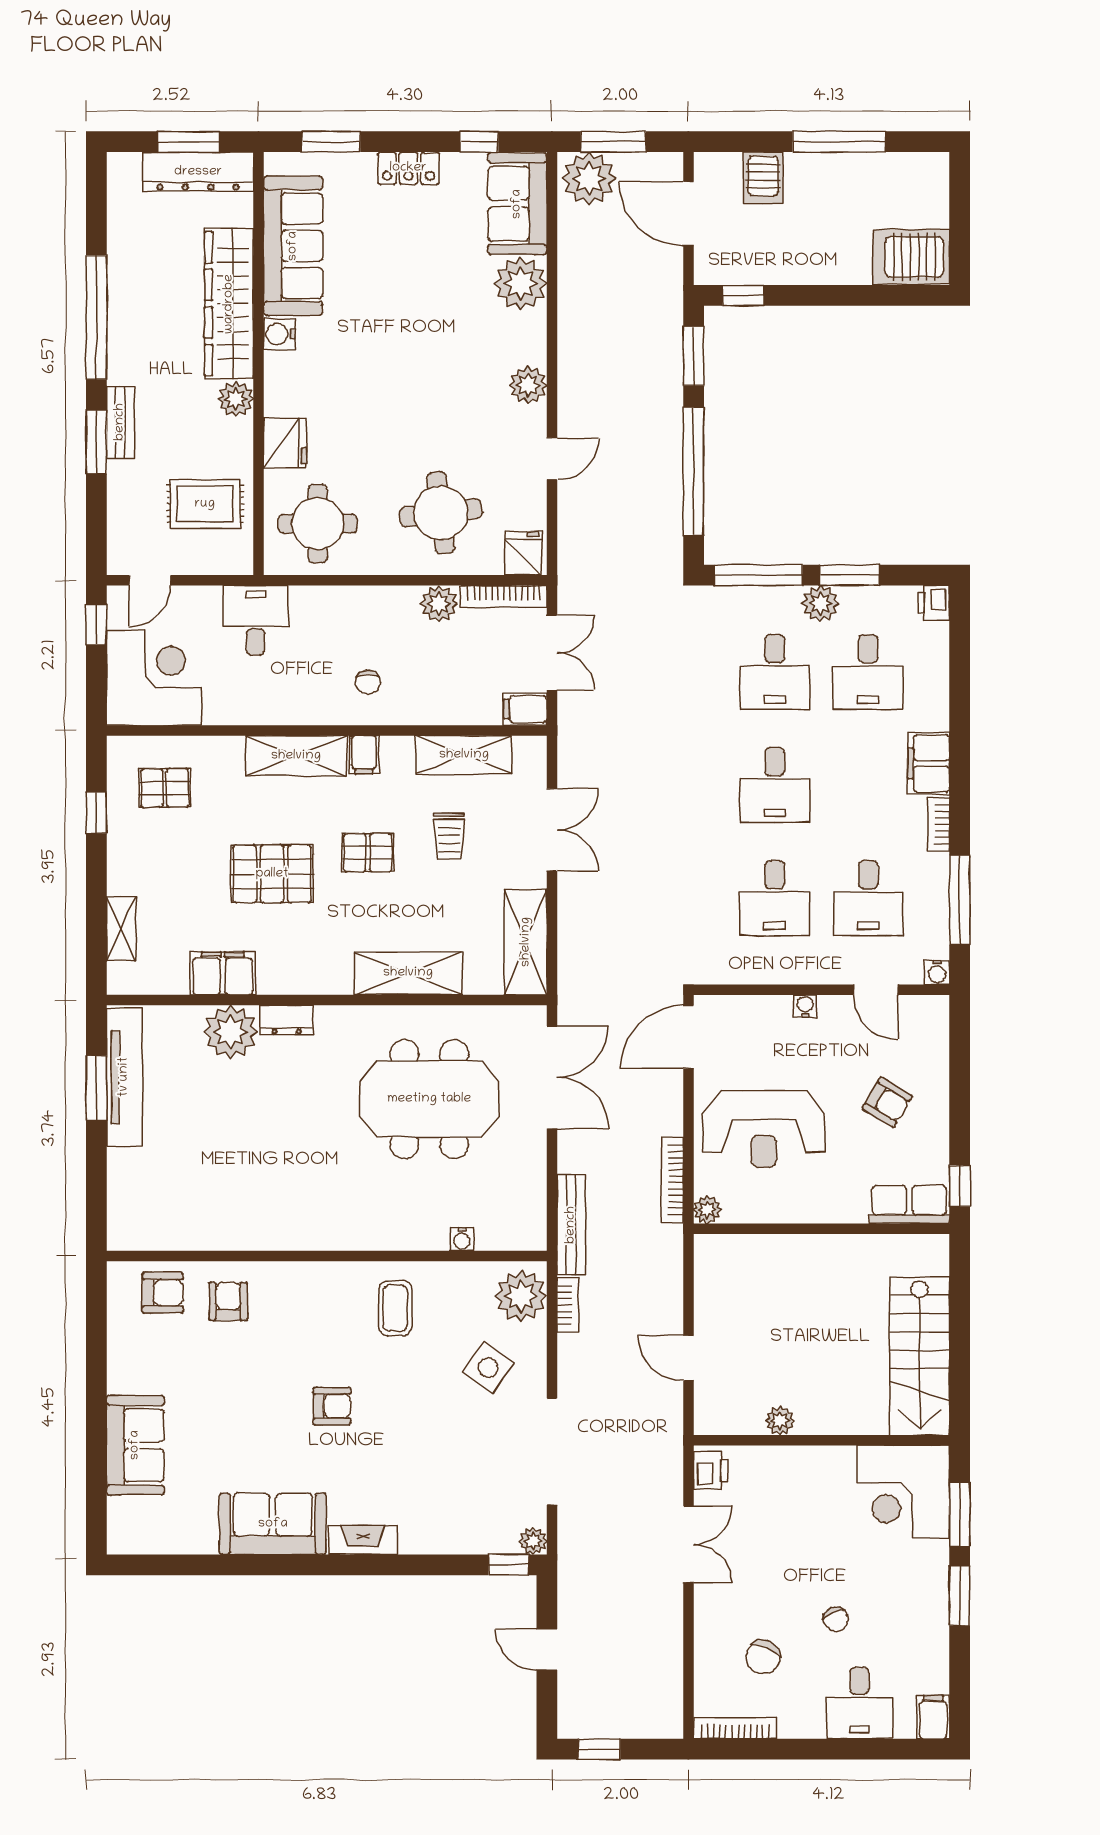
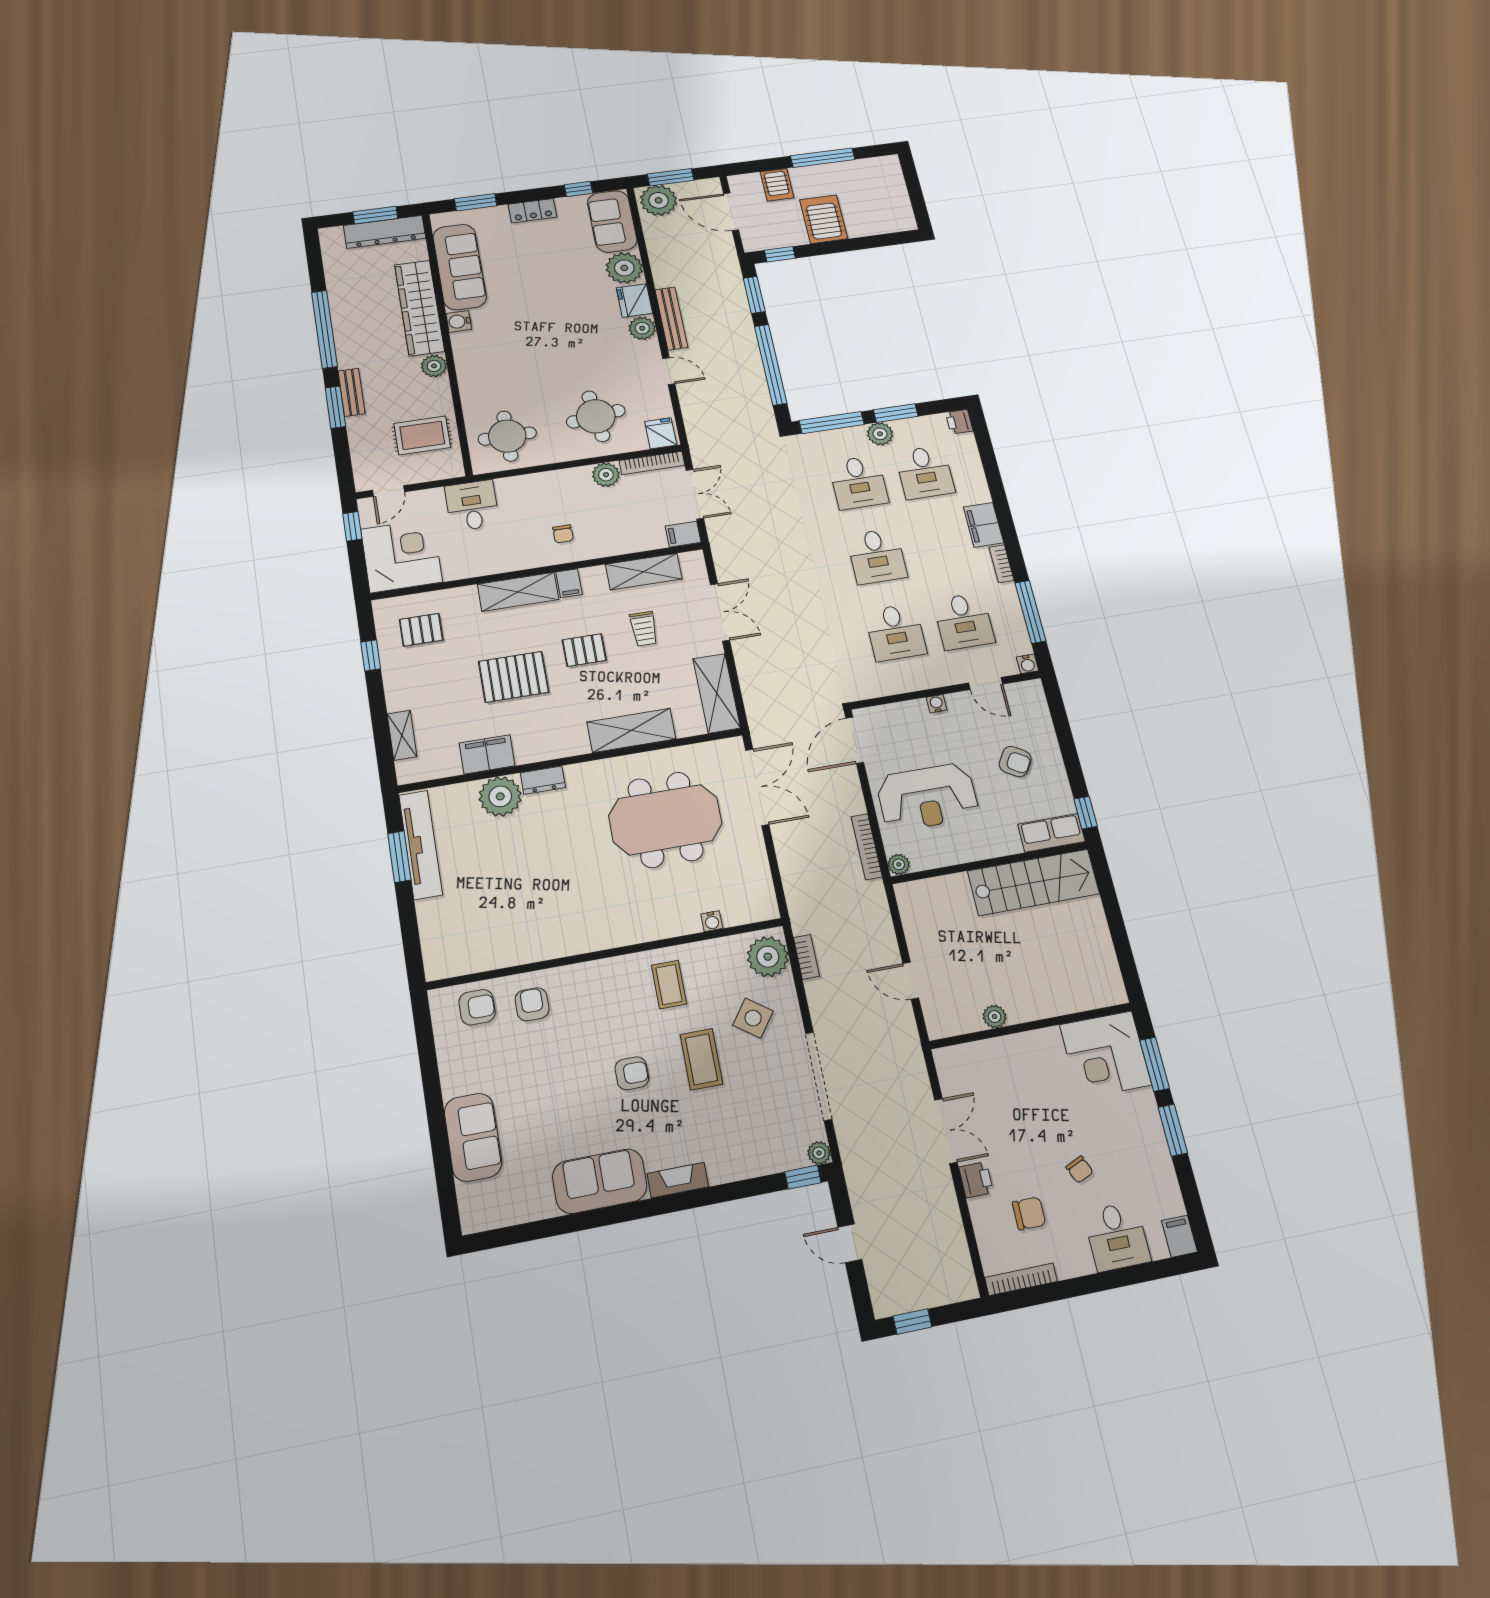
server rack: (911, 257) -> (824, 219), moved, turned 90
fridge: (285, 443) -> (634, 300), moved, turned 180
door: (552, 459) -> (669, 371), hinge flipped
bench: (571, 1225) -> (671, 318), moved
stairs: (920, 1356) -> (1034, 882), moved, turned -90
coffee table: (417, 1405) -> (701, 1059), added
printer: (711, 1470) -> (976, 1180), moved
chair: (763, 1657) -> (1029, 1213), turned -113

